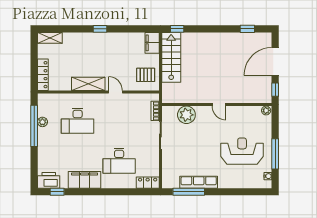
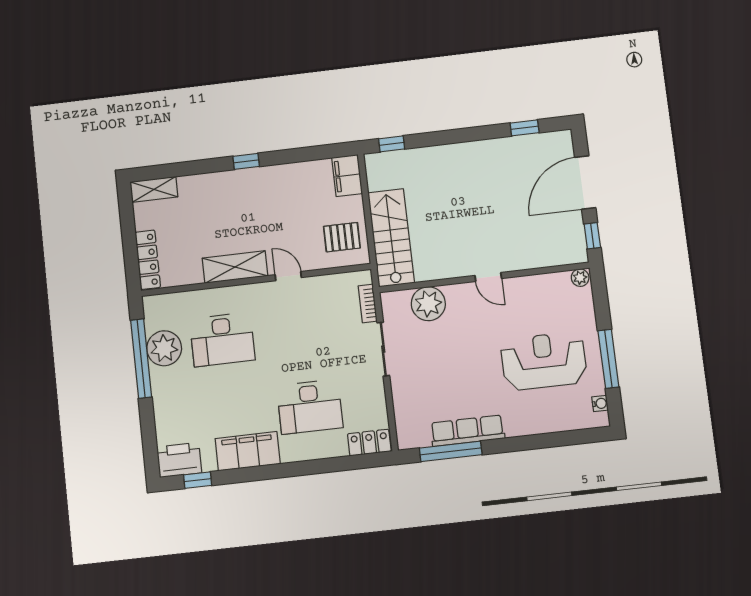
stairs: (171, 57) -> (391, 238), moved
plant: (42, 122) -> (164, 348), width x1.88, depth x1.88

